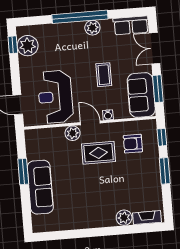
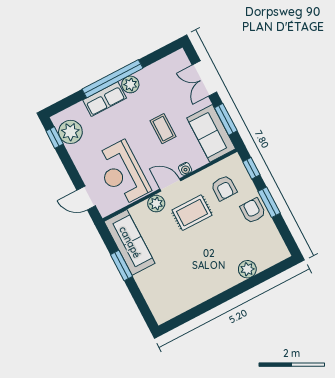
row of seats: (131, 25) -> (105, 99), moved
armchair: (133, 144) -> (224, 188), turned -90
armchair: (149, 172) -> (253, 211), added
sofa: (40, 187) -> (130, 242), moved
fireplace: (147, 218) -> (271, 259), removed

